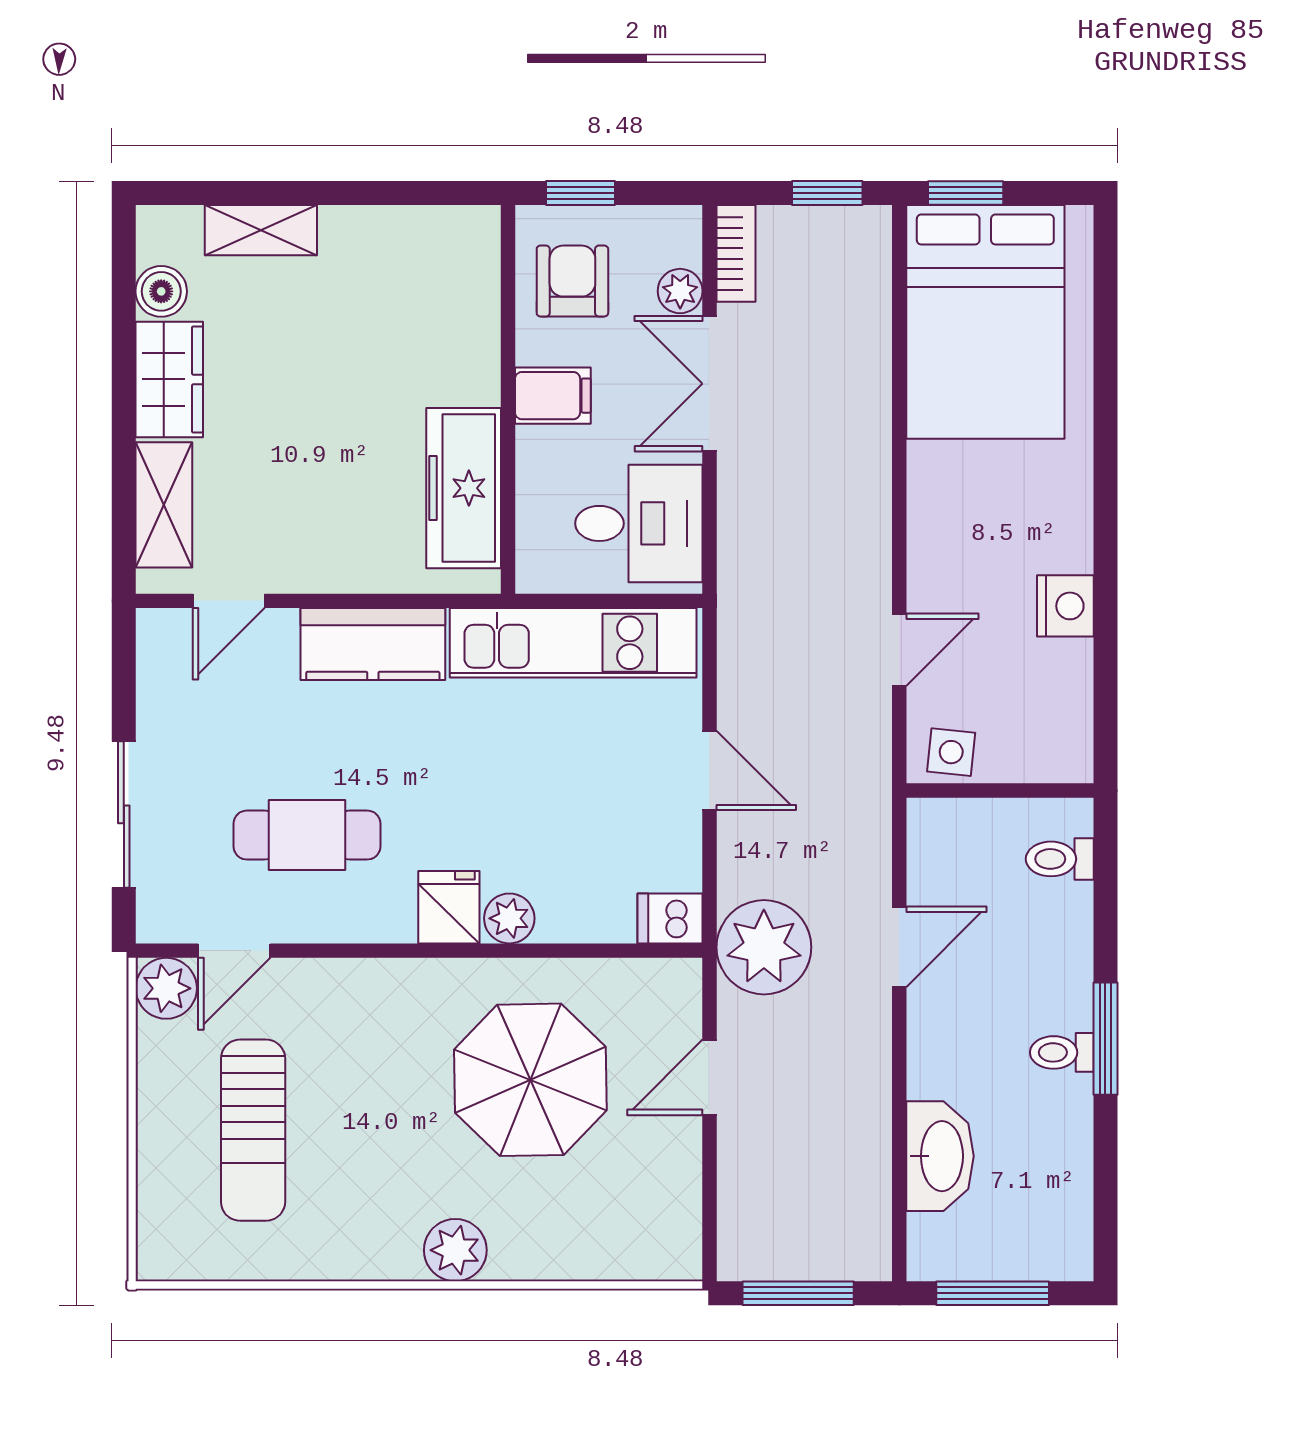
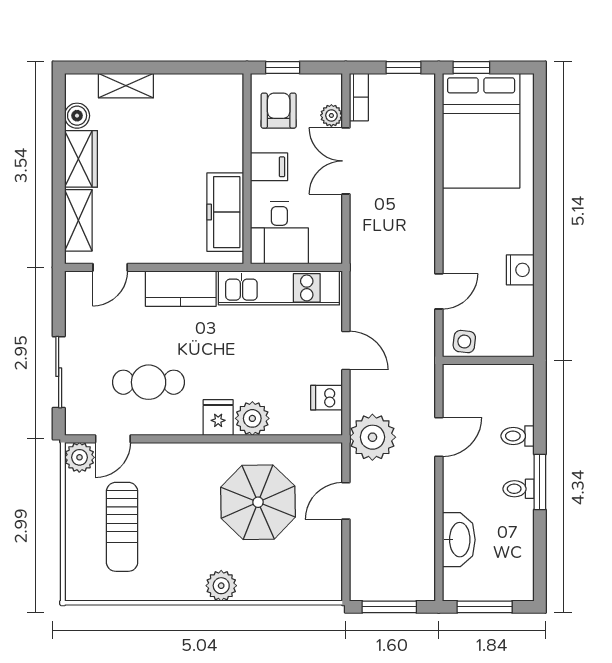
desk: (639, 523) -> (279, 233), moved, turned 90
toilet: (1060, 859) -> (518, 436), moved
plant: (509, 918) -> (252, 418), width x1.38, depth x1.38
dishwasher: (670, 918) -> (326, 398), moved

